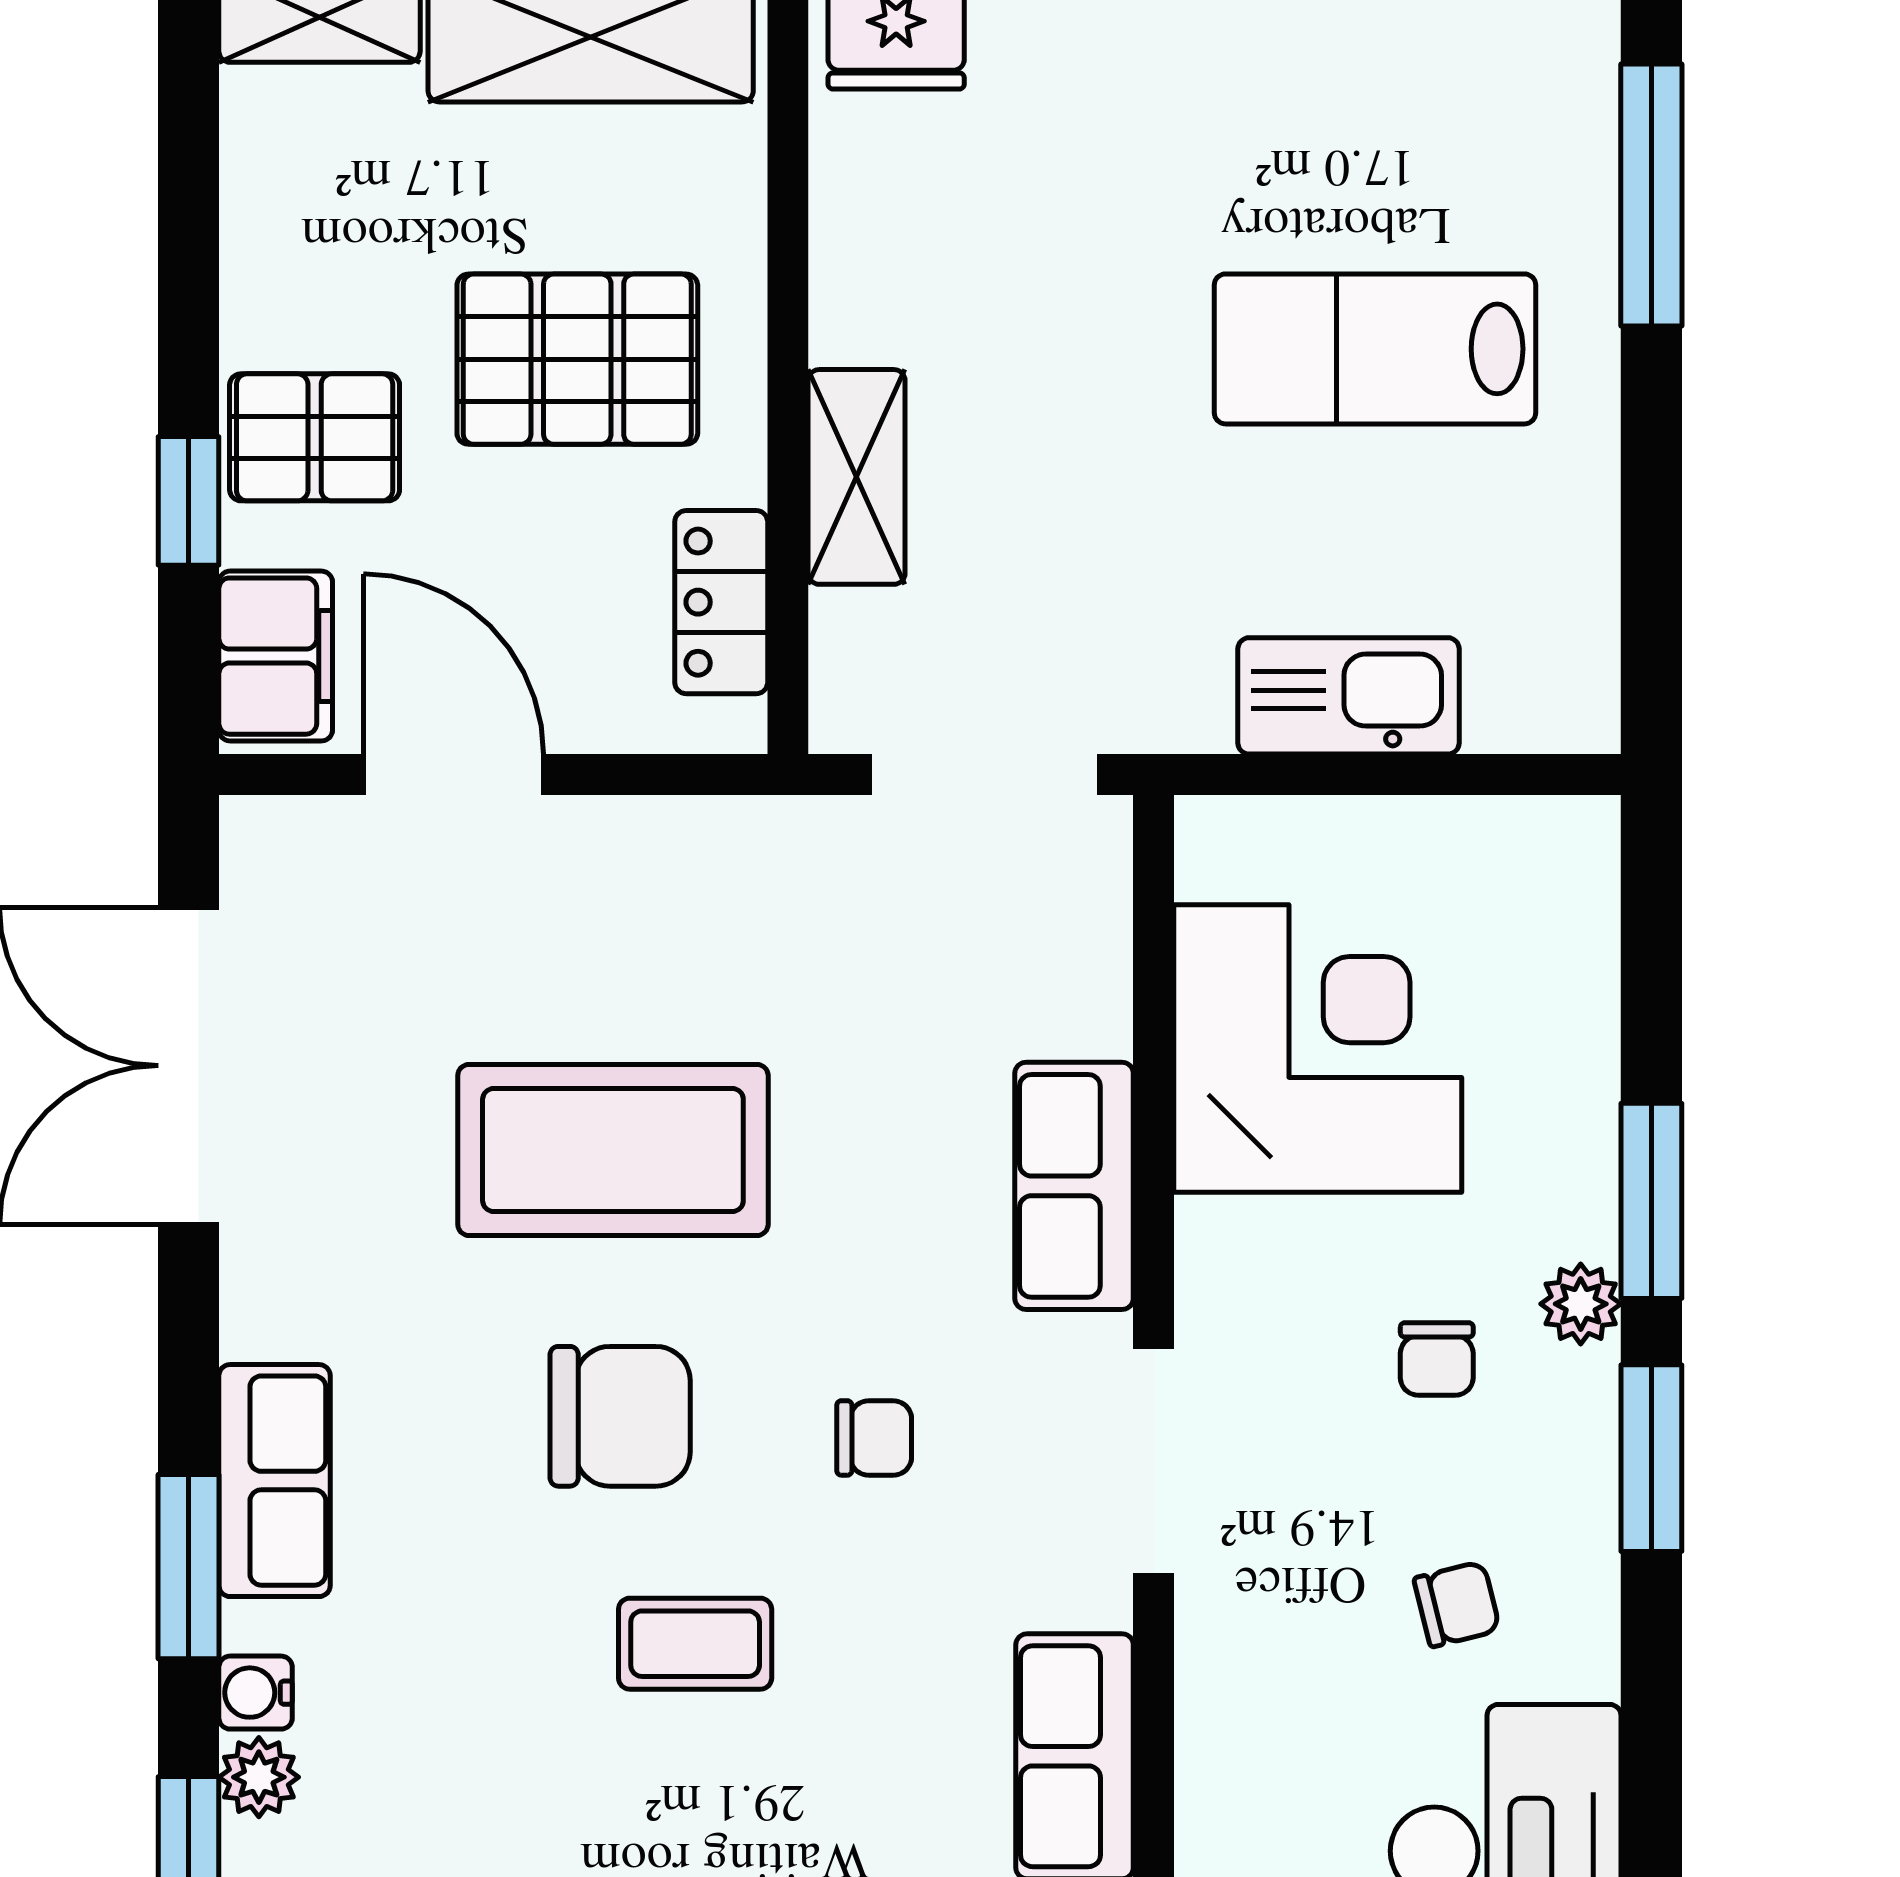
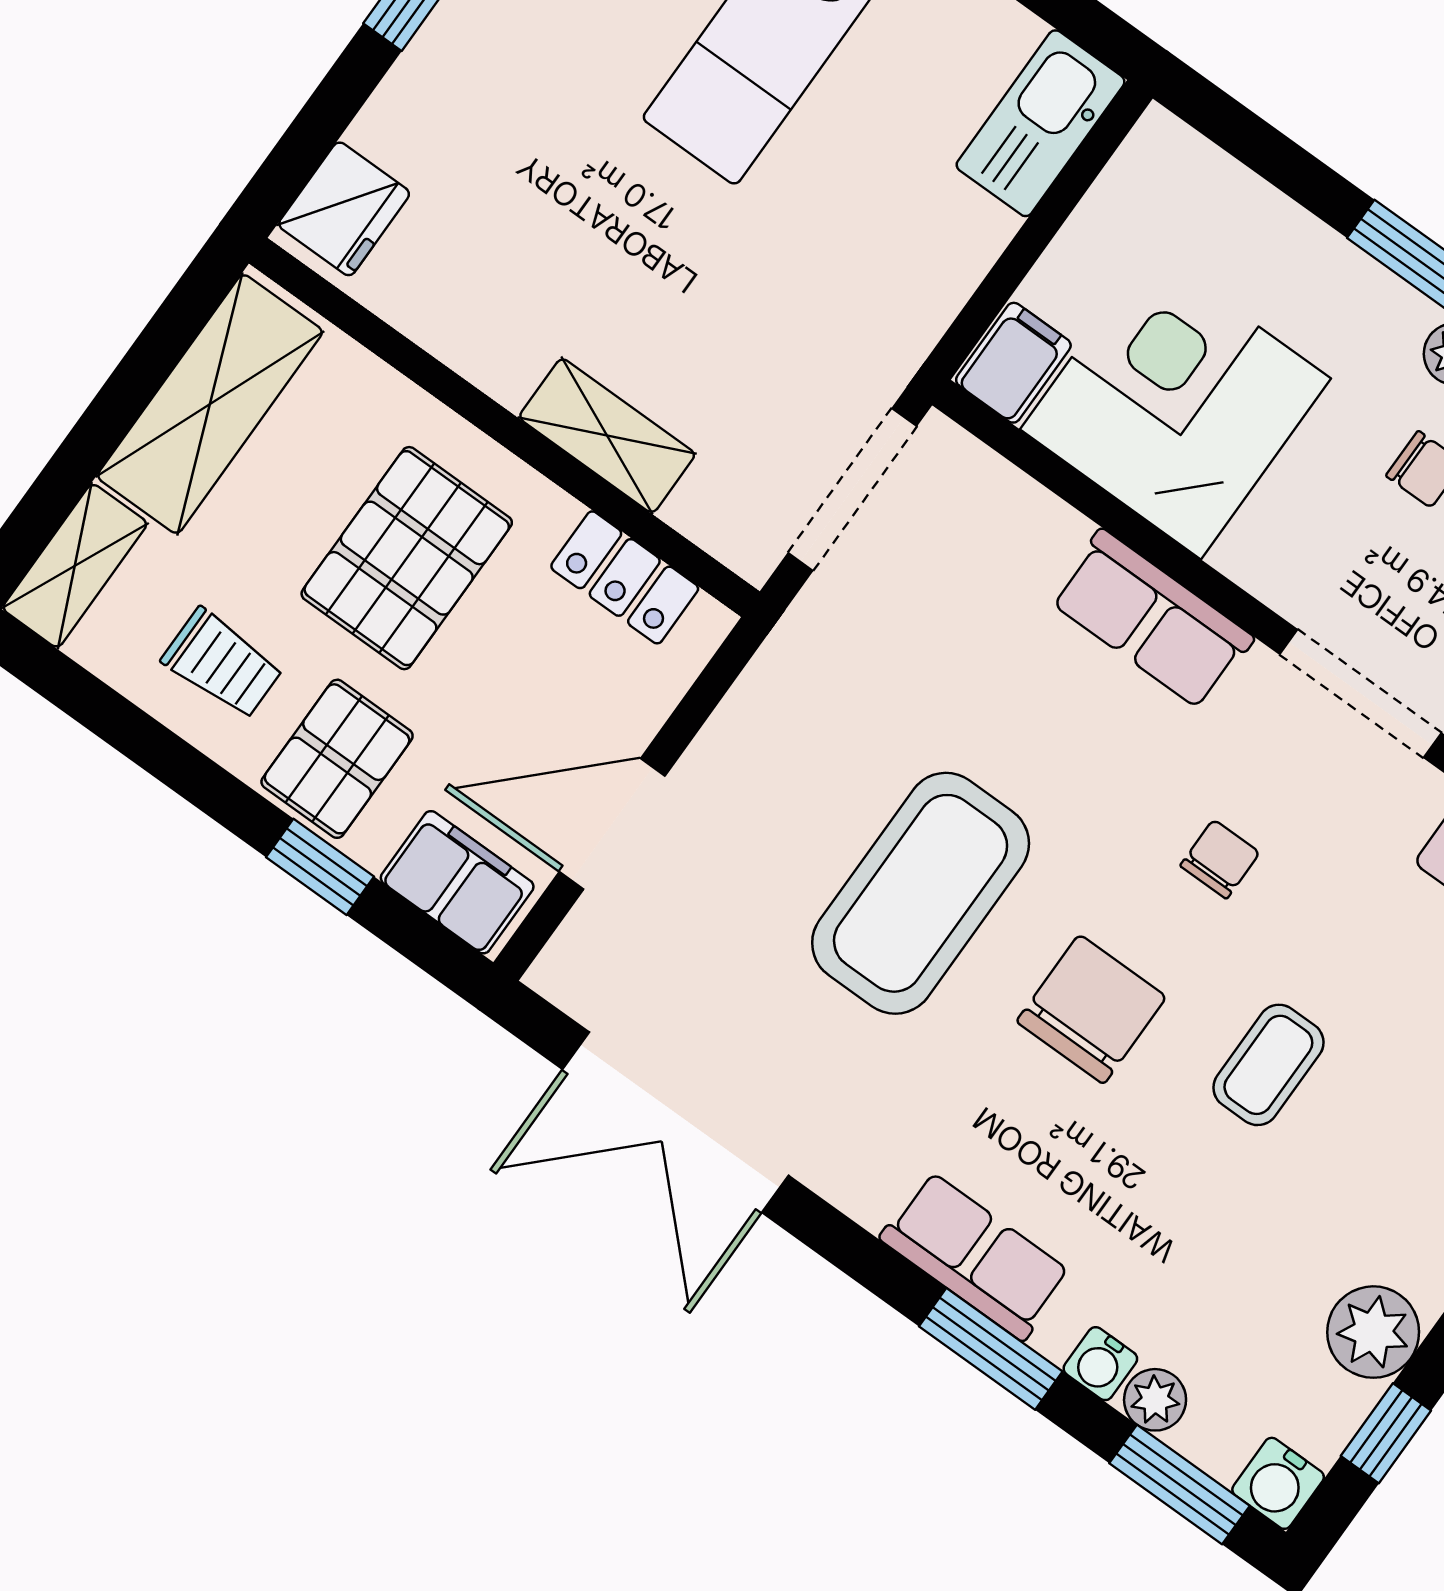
trolley: (328, 245) -> (222, 664), added
kitchen sink: (1349, 696) -> (1041, 123), moved
filing cabinet: (1239, 848) -> (1013, 363), added

